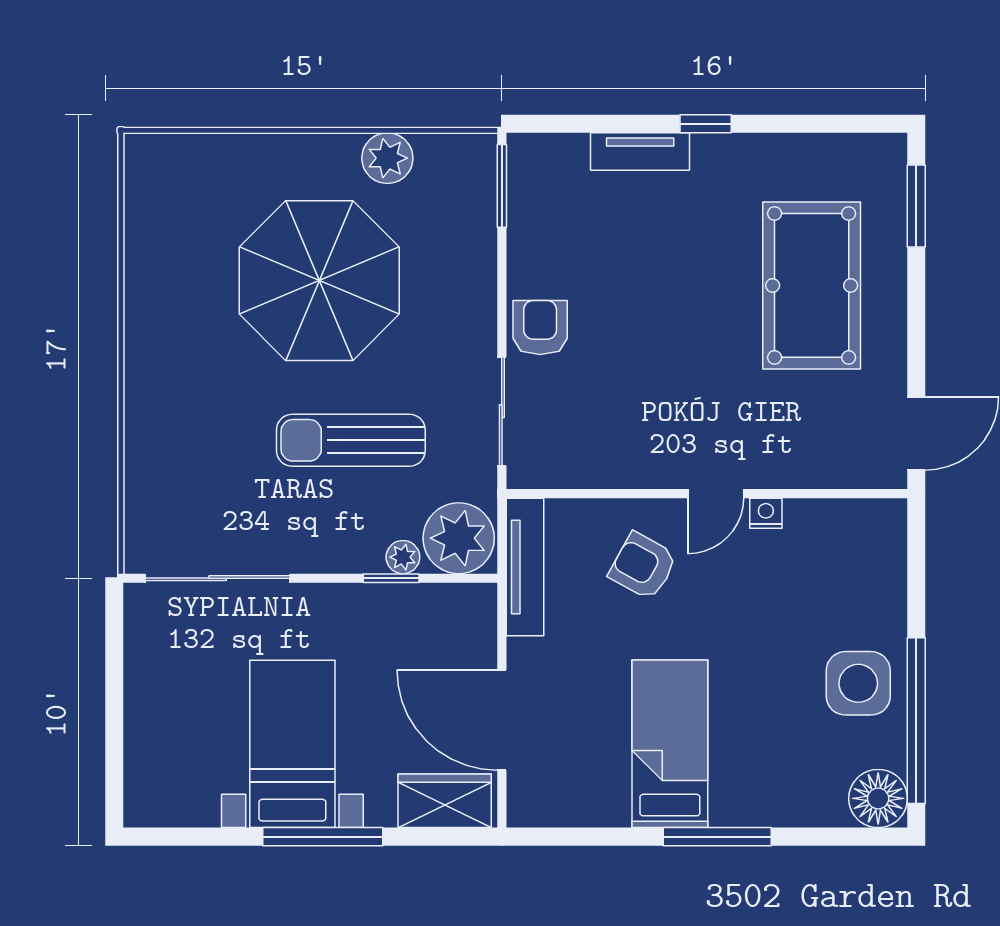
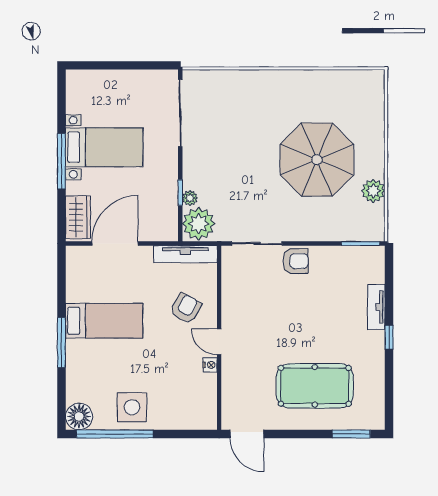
sun lounger: (351, 440) -> (244, 174), removed

